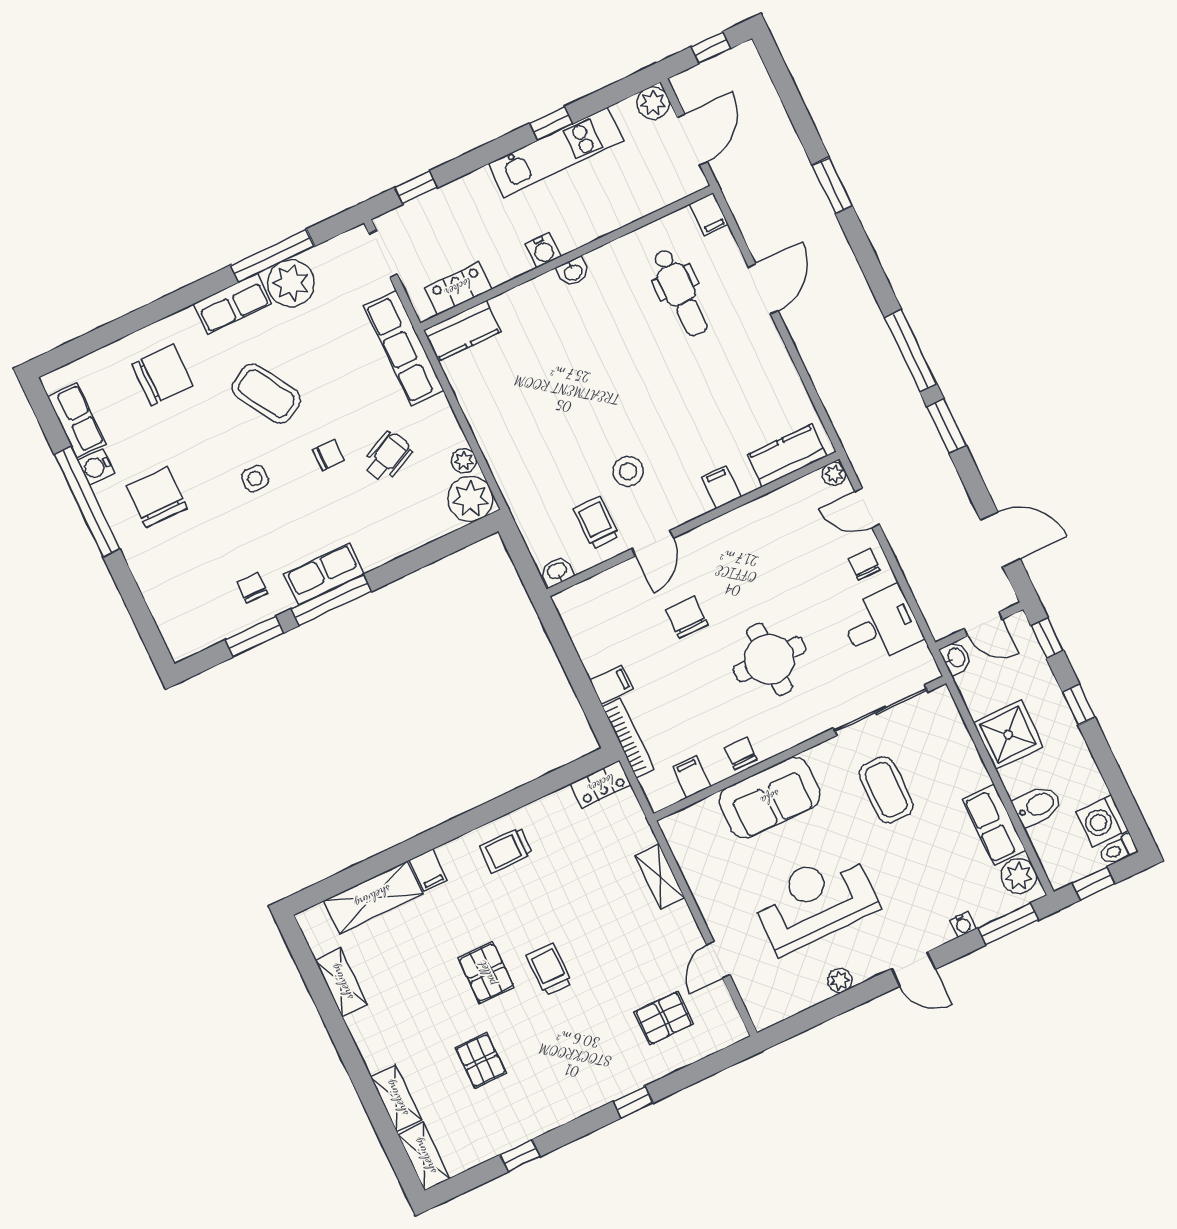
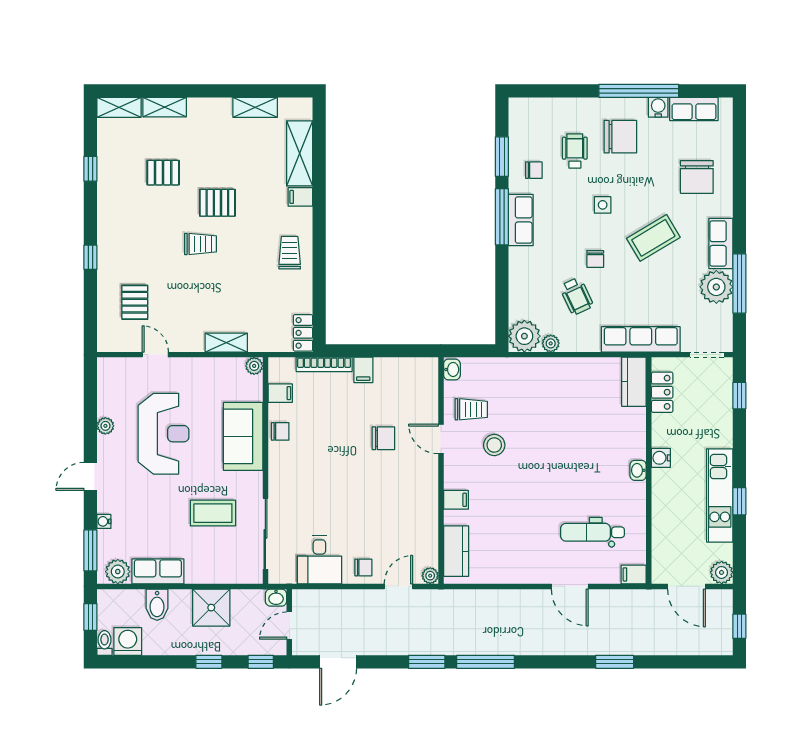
wheelchair: (203, 547) -> (575, 151), added
round table: (769, 659) -> (332, 478), removed
plant: (673, 826) -> (254, 366), added

